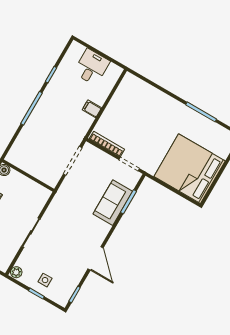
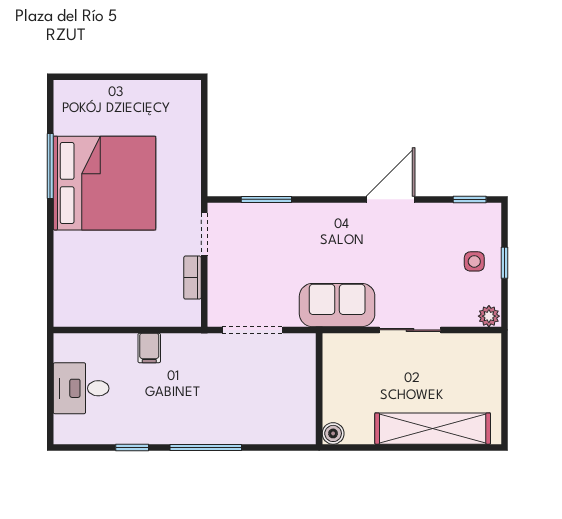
bookcase: (107, 144) -> (192, 278), width x0.64
bed: (190, 169) -> (104, 183), moved, turned -90
sofa: (113, 203) -> (337, 305), moved, turned 180

